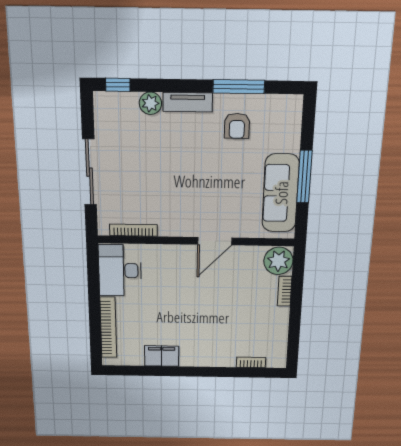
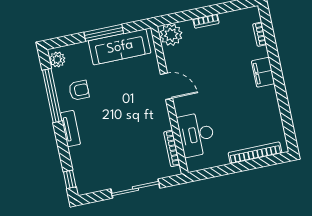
window: (239, 87) -> (52, 96), width x1.46
plant: (150, 103) -> (57, 59), moved
desk: (120, 270) -> (196, 134), moved, turned 90
bookcase: (285, 291) -> (206, 21), moved
filing cabinet: (162, 356) -> (263, 72), moved

